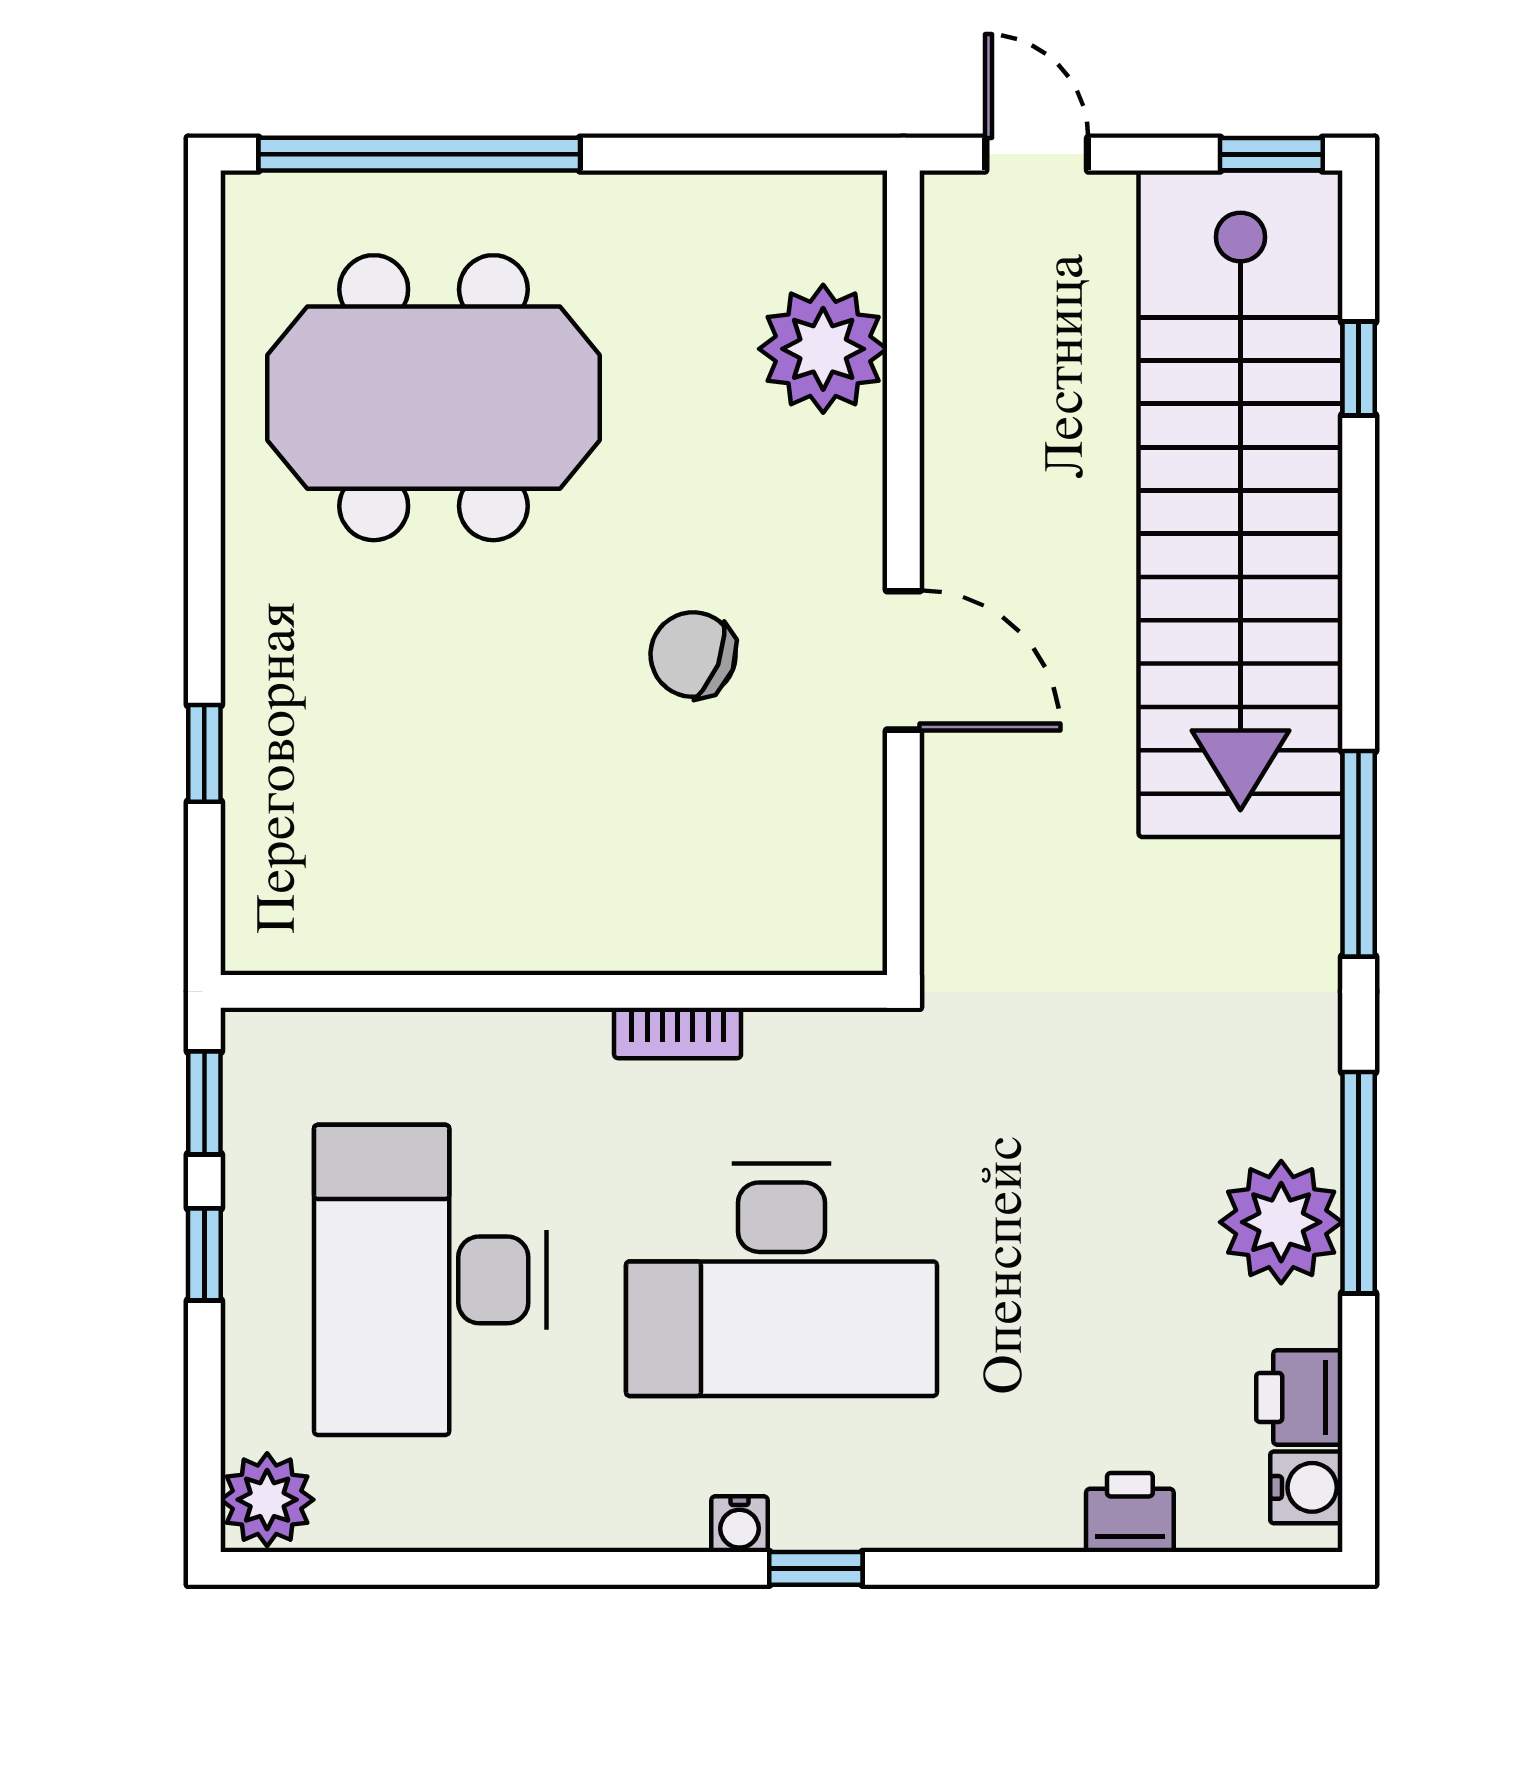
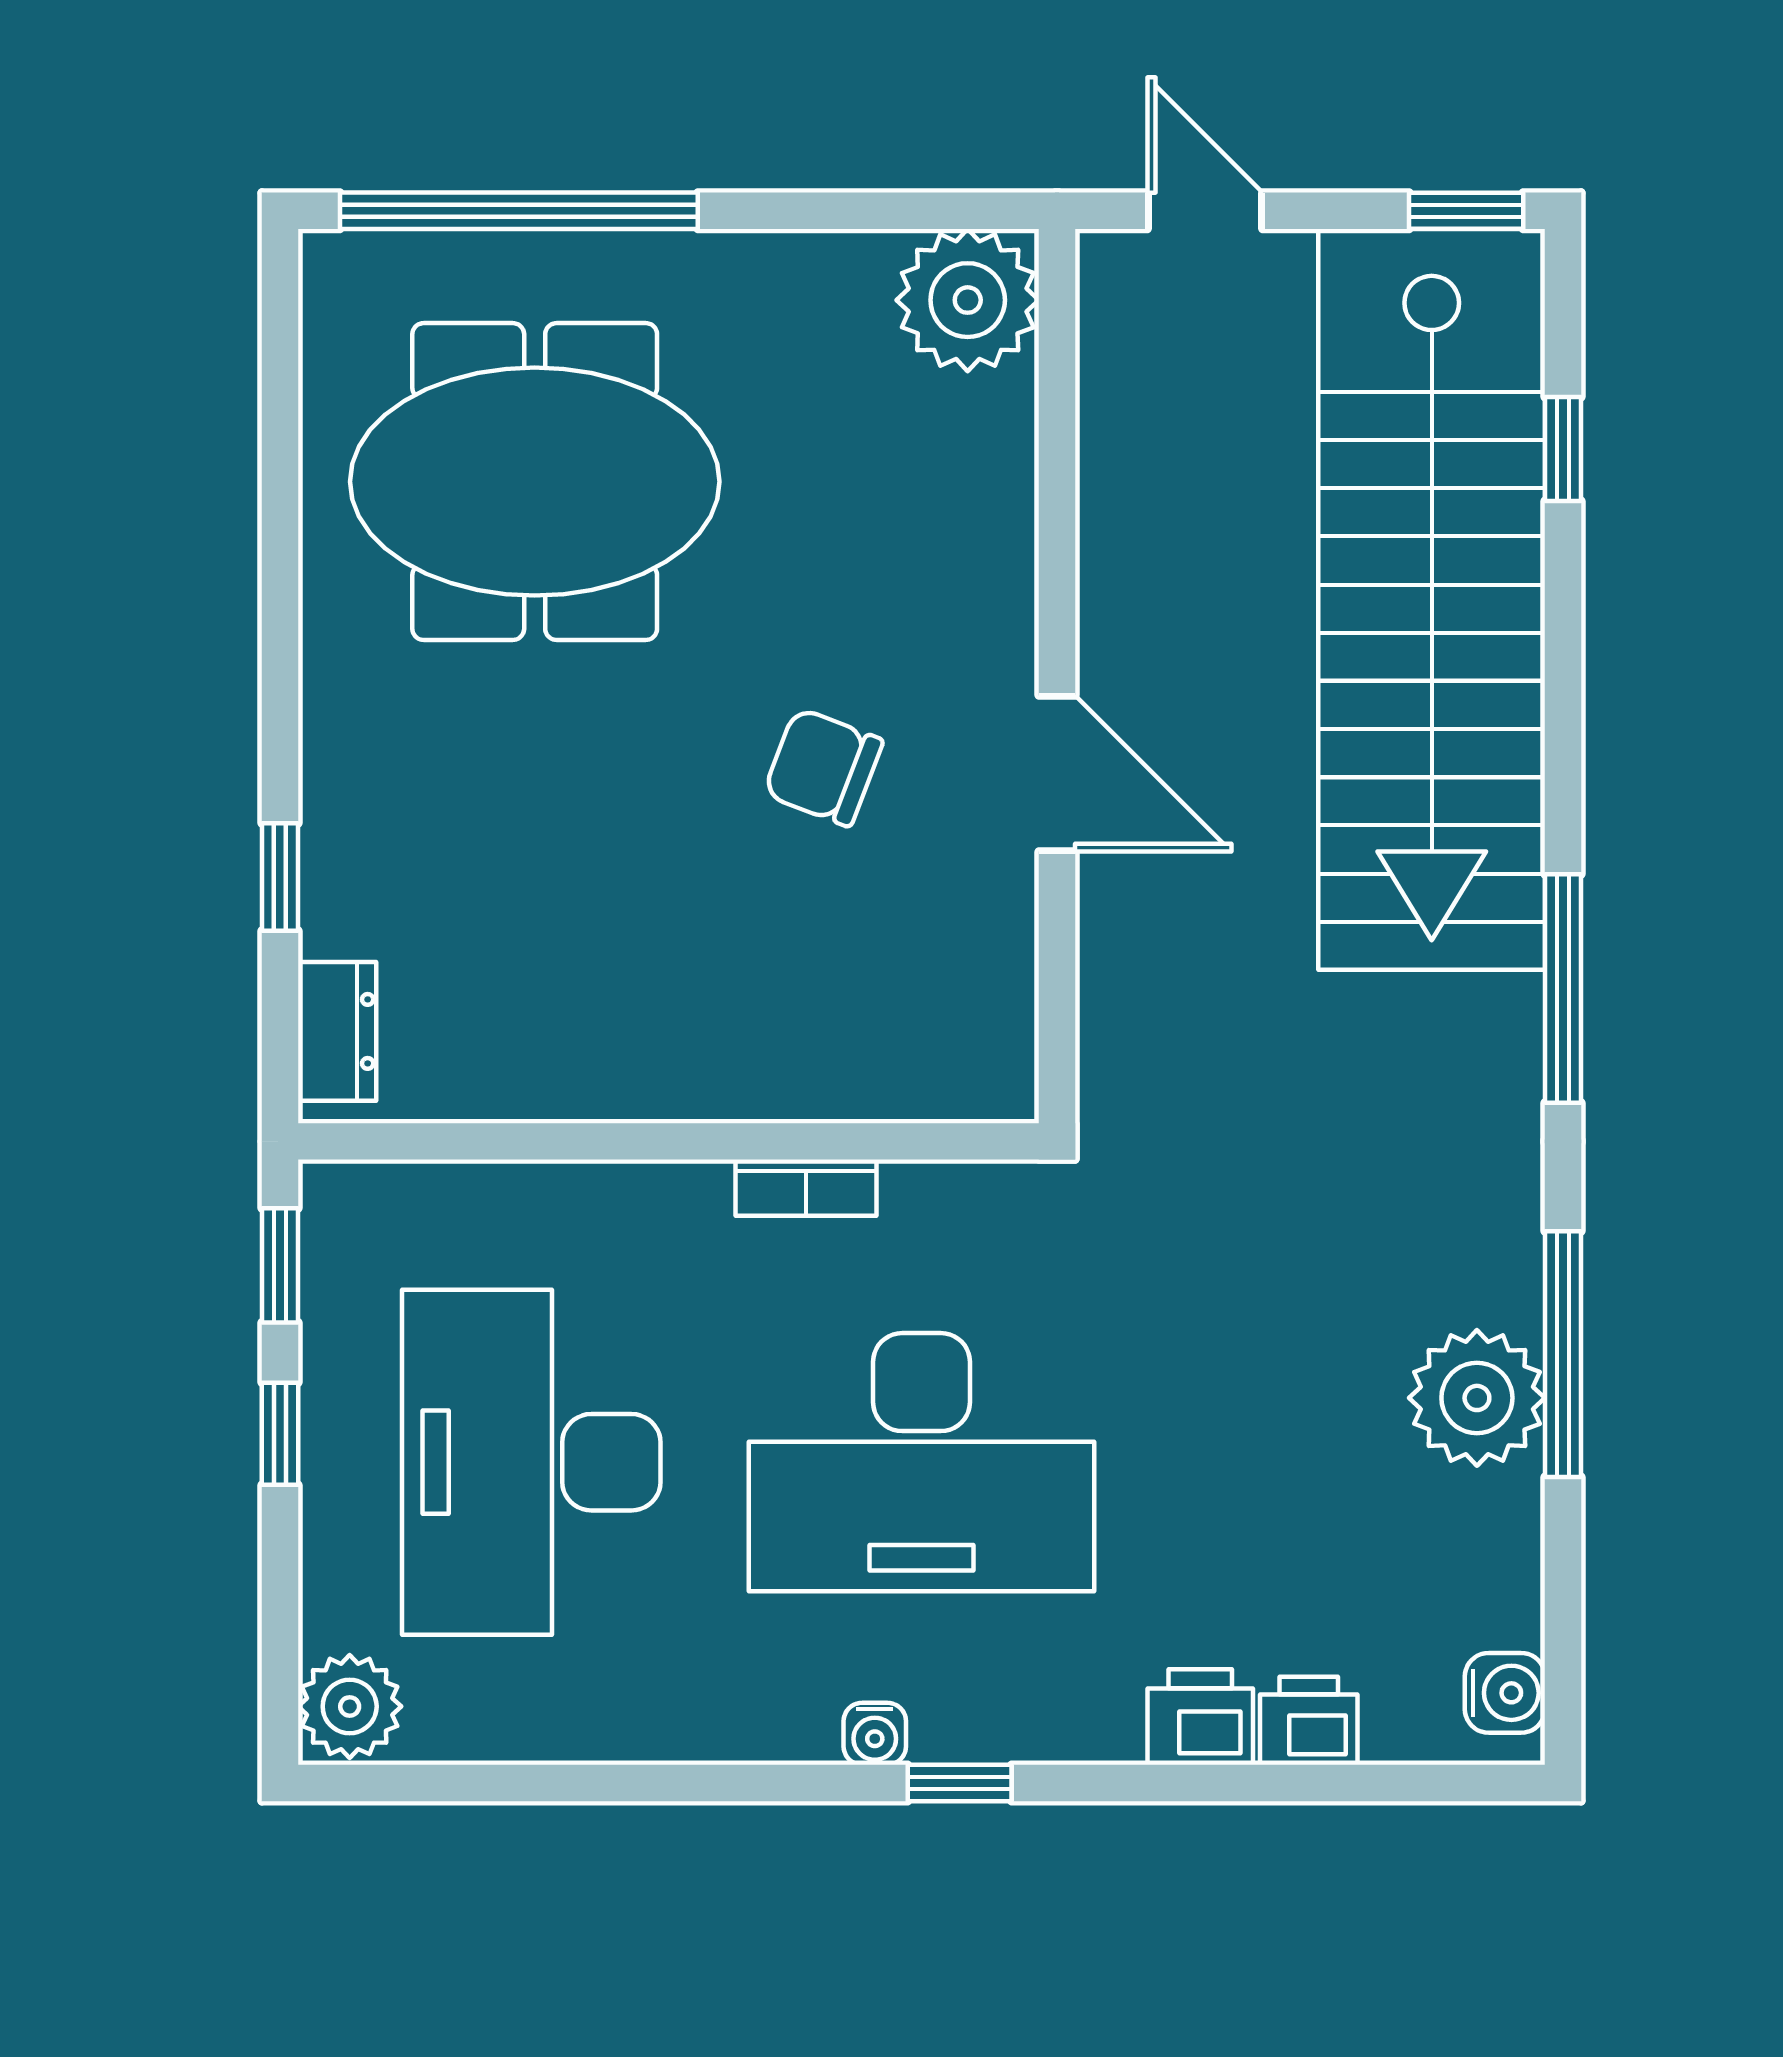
plant: (823, 349) -> (968, 300), moved
dresser: (256, 892) -> (337, 1031), added
printer: (1299, 1397) -> (1200, 1717), moved, turned 90

